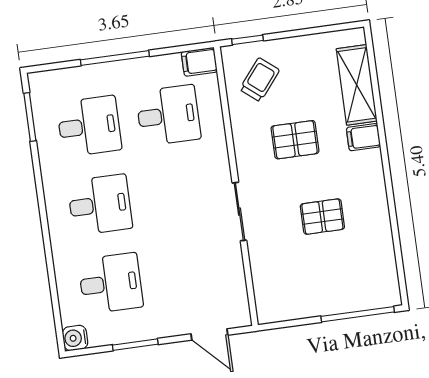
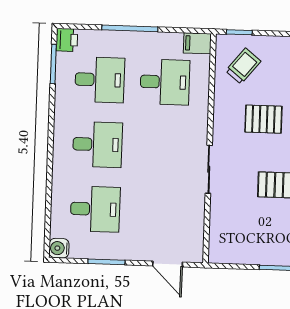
printer: (41, 85) -> (67, 40), added

